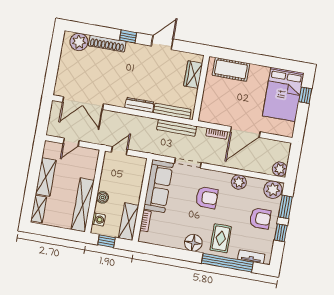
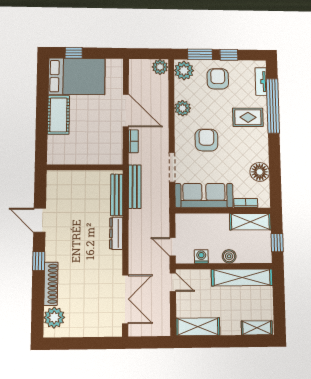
cot: (231, 69) -> (58, 115), moved
wardrobe: (193, 75) -> (71, 179), removed
door: (71, 142) -> (173, 282), moved
shelving: (46, 177) -> (198, 327), moved
washing machine: (99, 220) -> (201, 256), moved
floor lamp: (193, 243) -> (260, 172), moved

